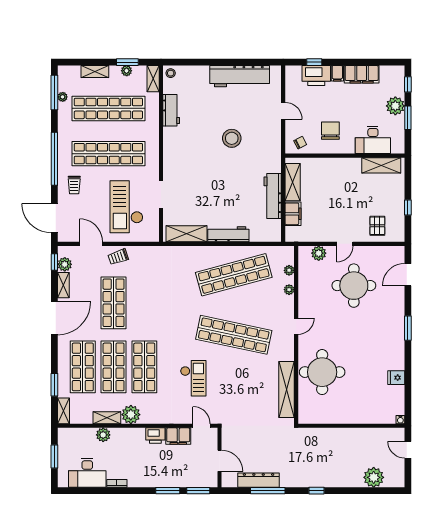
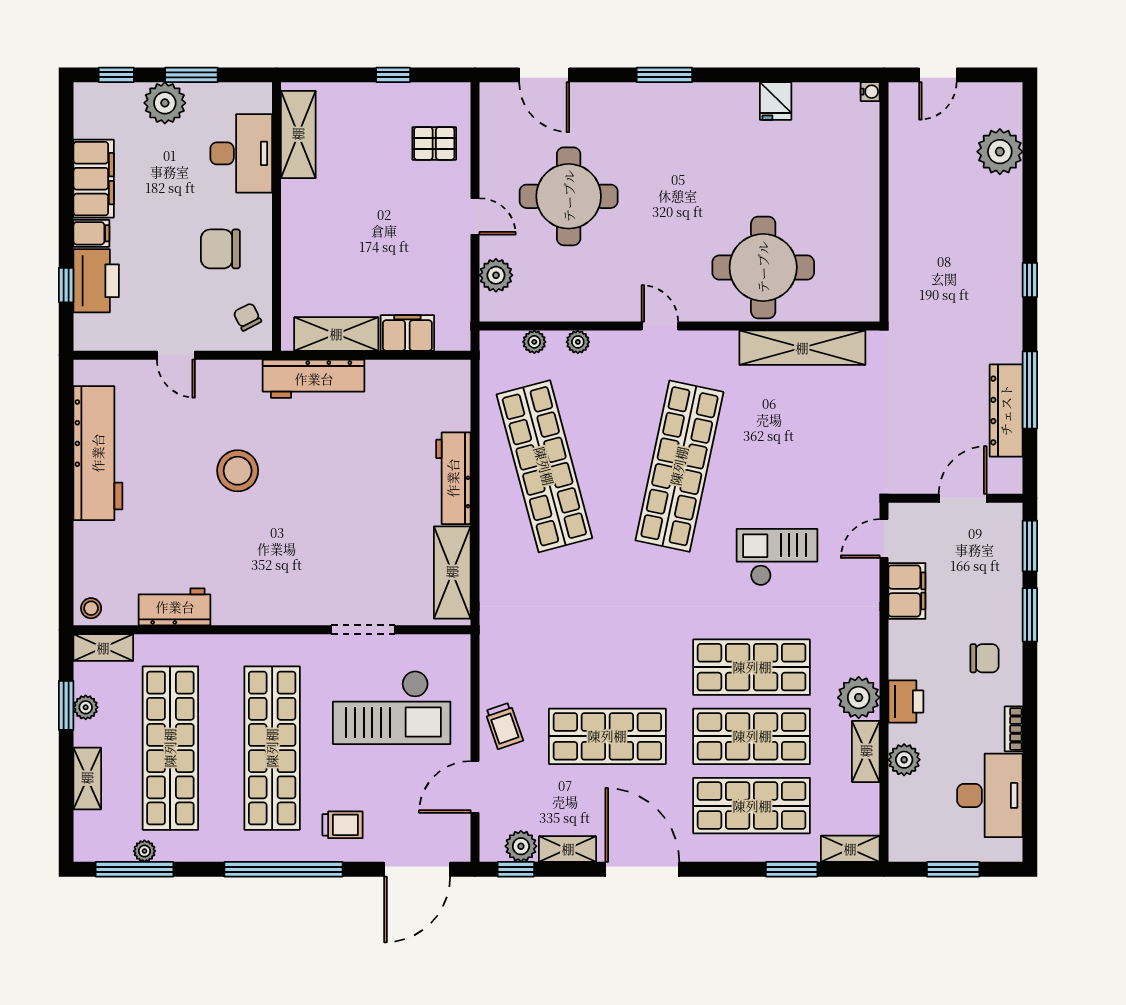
door: (283, 111) -> (176, 355), swing flipped
workbench: (273, 196) -> (314, 379), moved
printer: (155, 436) -> (906, 701), moved
chair: (148, 471) -> (985, 658), added

